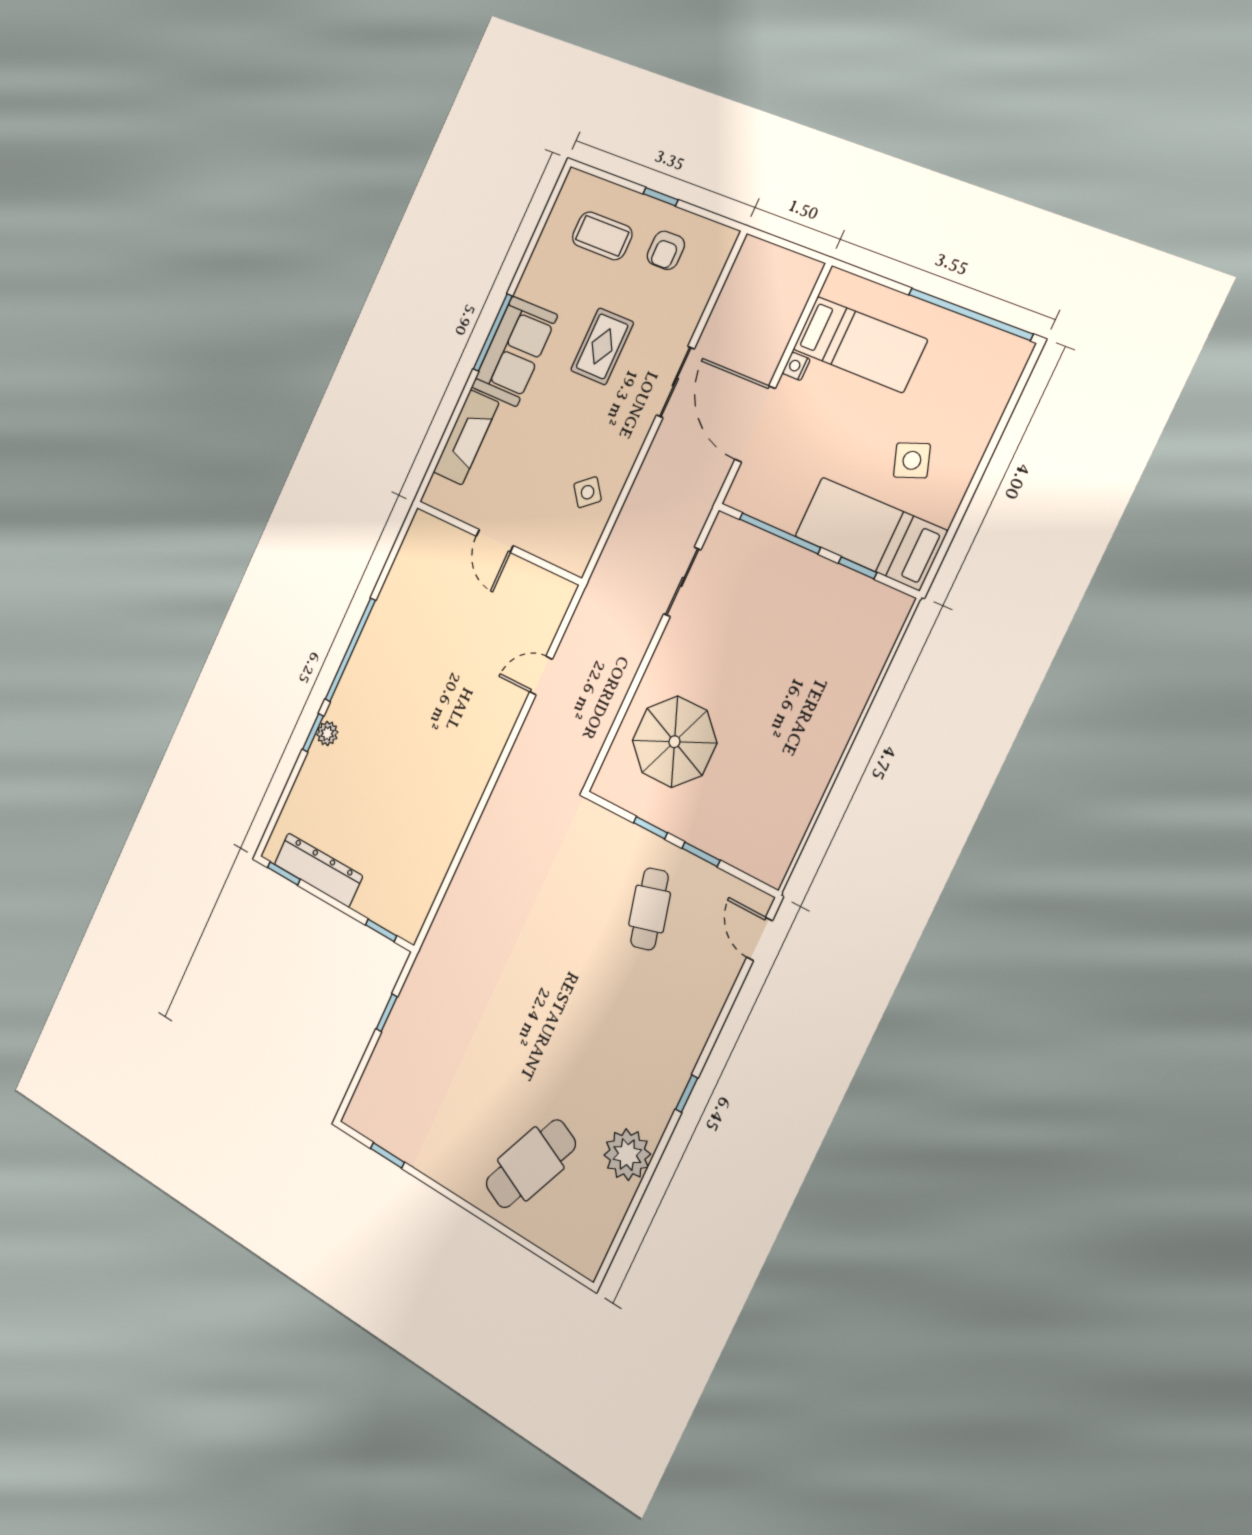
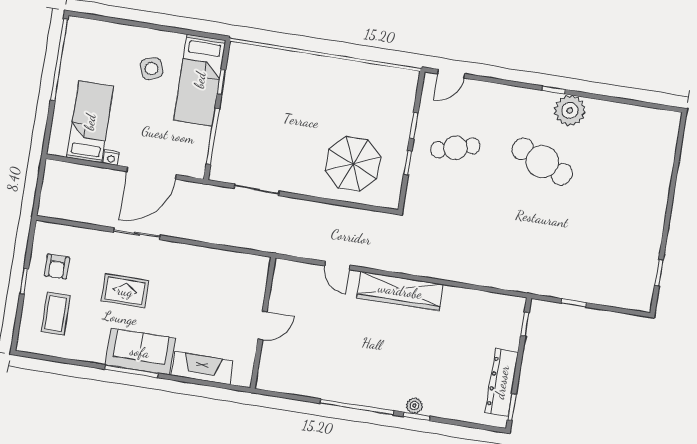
armchair: (666, 250) -> (57, 267), turned 90
side table: (588, 492) -> (217, 271), removed
wardrobe: (479, 759) -> (400, 291), added
plant: (627, 1155) -> (570, 110), moved
cafe table: (531, 1164) -> (542, 162), moved

